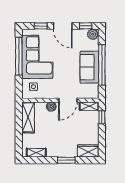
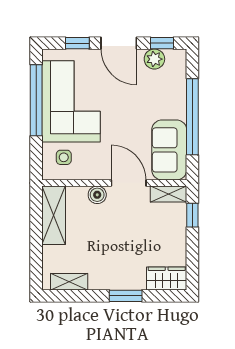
plant: (93, 34) -> (154, 59), moved
sofa: (90, 67) -> (169, 150), moved
door: (68, 100) -> (129, 183), swing flipped

